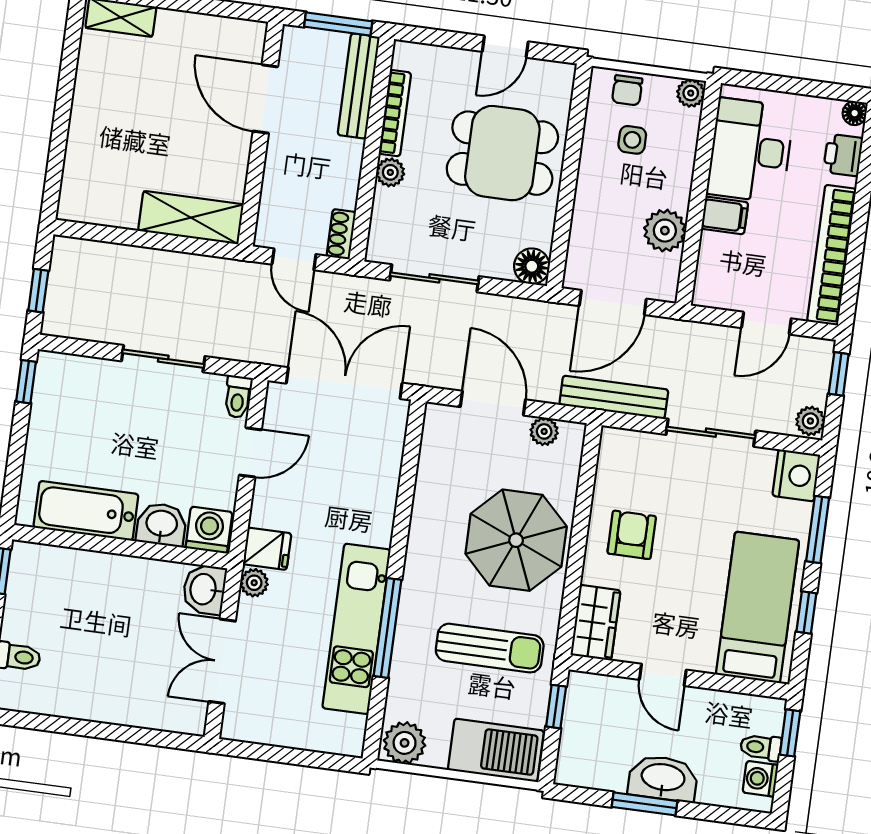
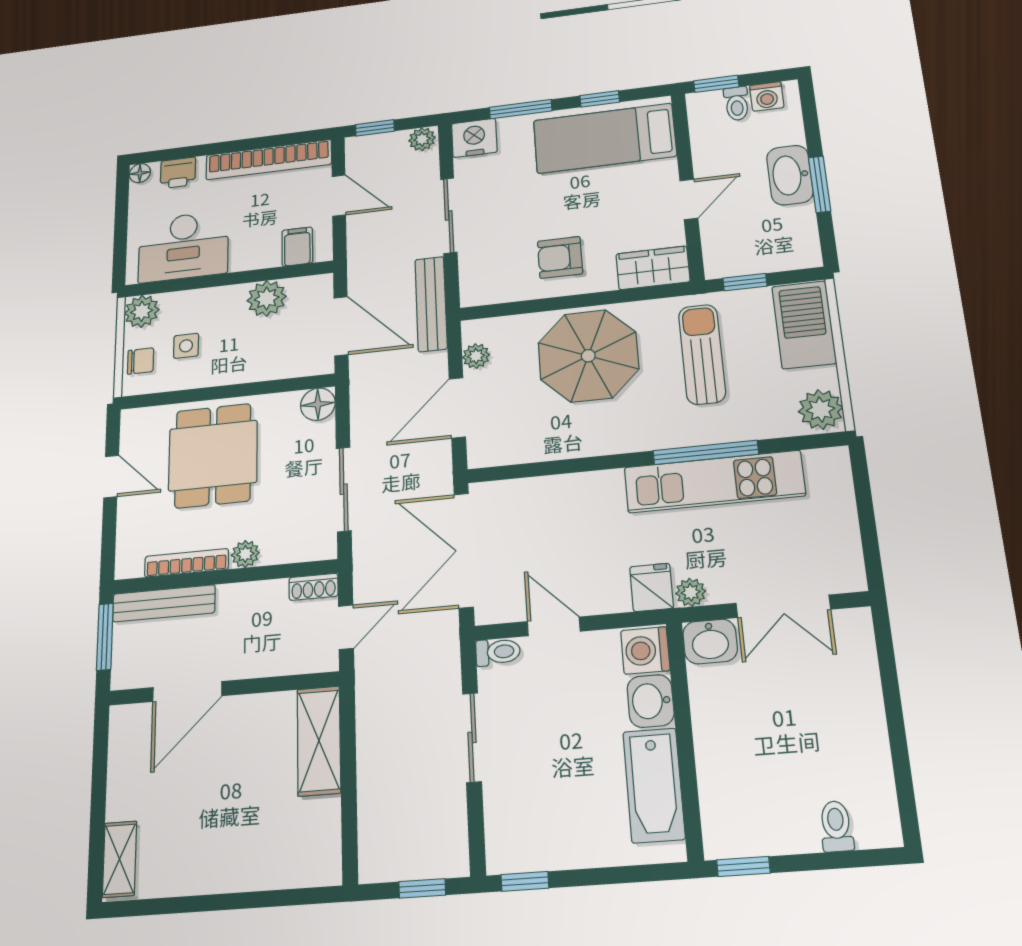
plant: (691, 93) -> (142, 311), width x1.38, depth x1.38
filing cabinet: (725, 216) -> (297, 247), moved

